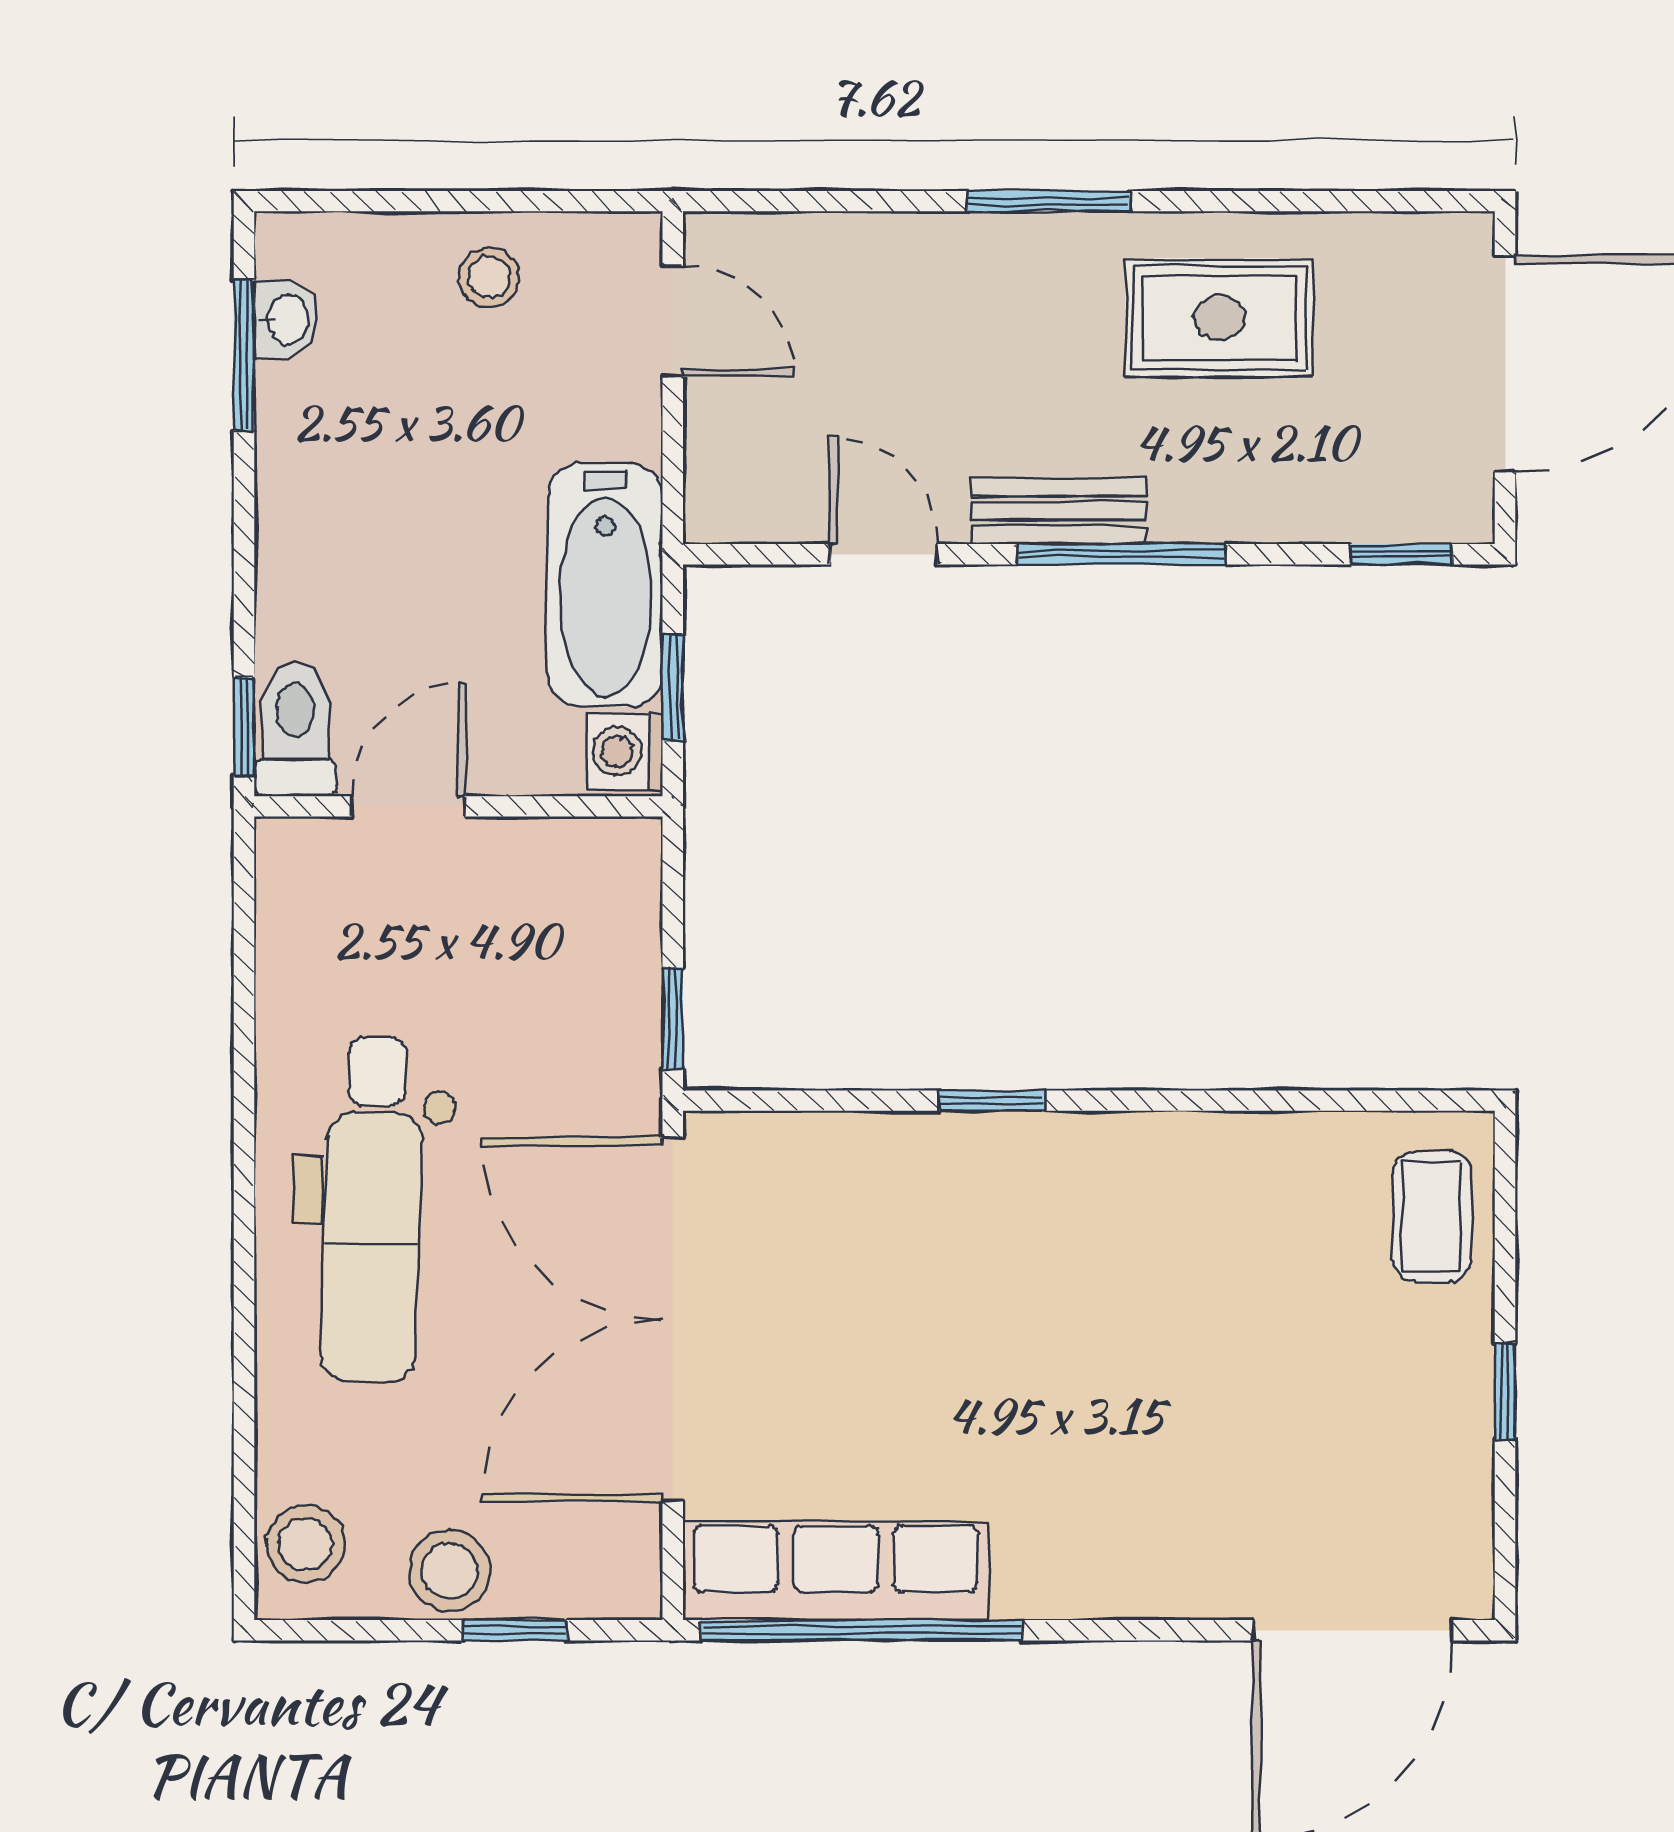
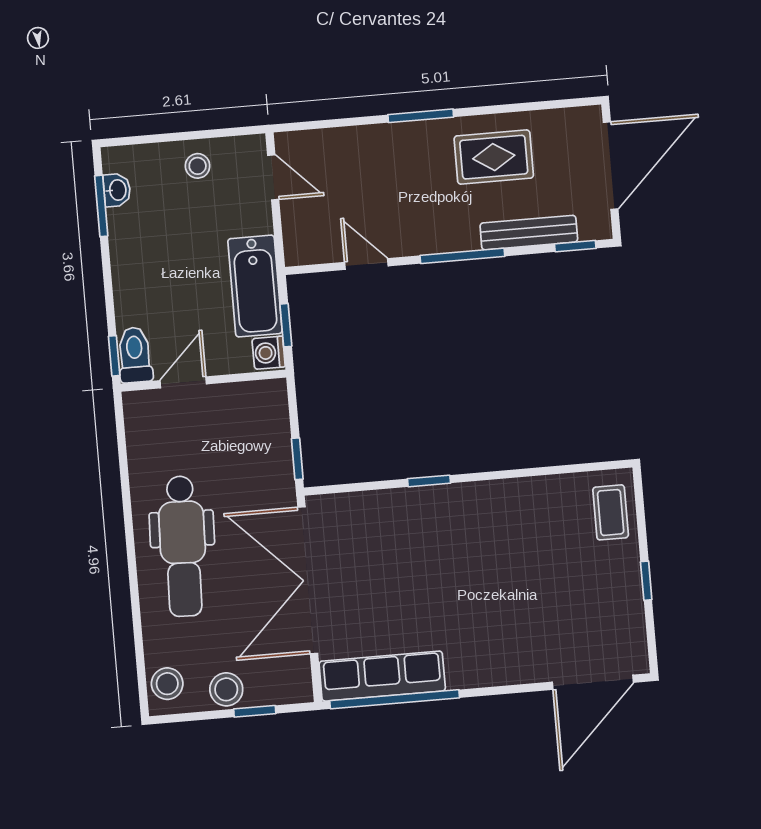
bench: (1059, 511) -> (529, 233), moved, width x1.36

